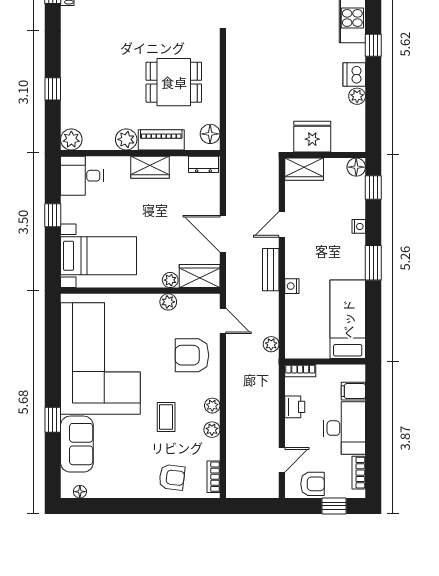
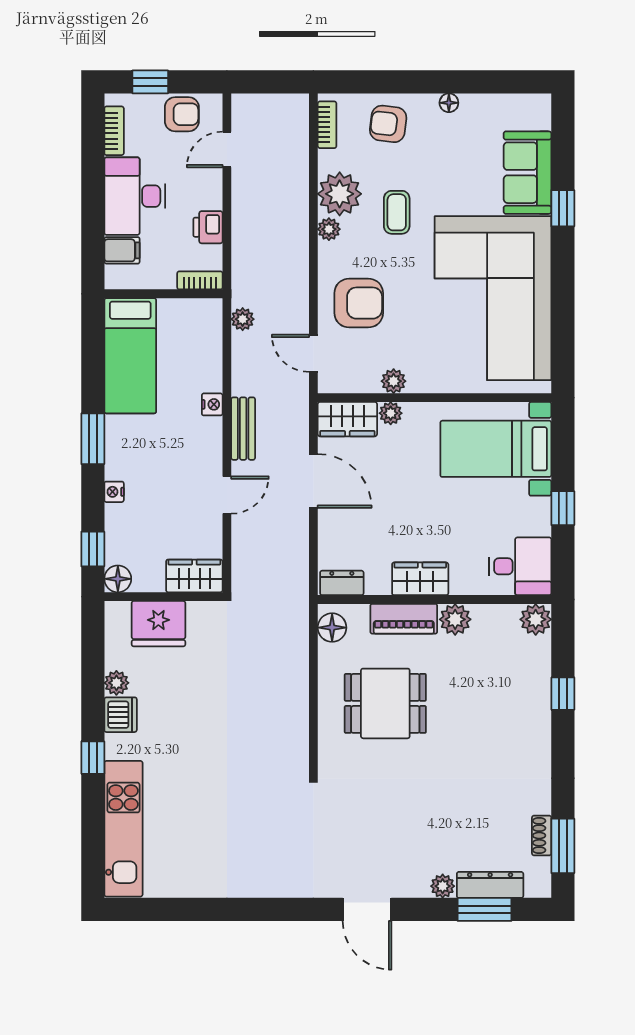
fridge: (312, 137) -> (158, 624), moved
plant: (212, 430) -> (340, 194), width x1.88, depth x1.88
armchair: (313, 484) -> (182, 114), turned 180
floor lamp: (80, 492) -> (449, 103), moved

